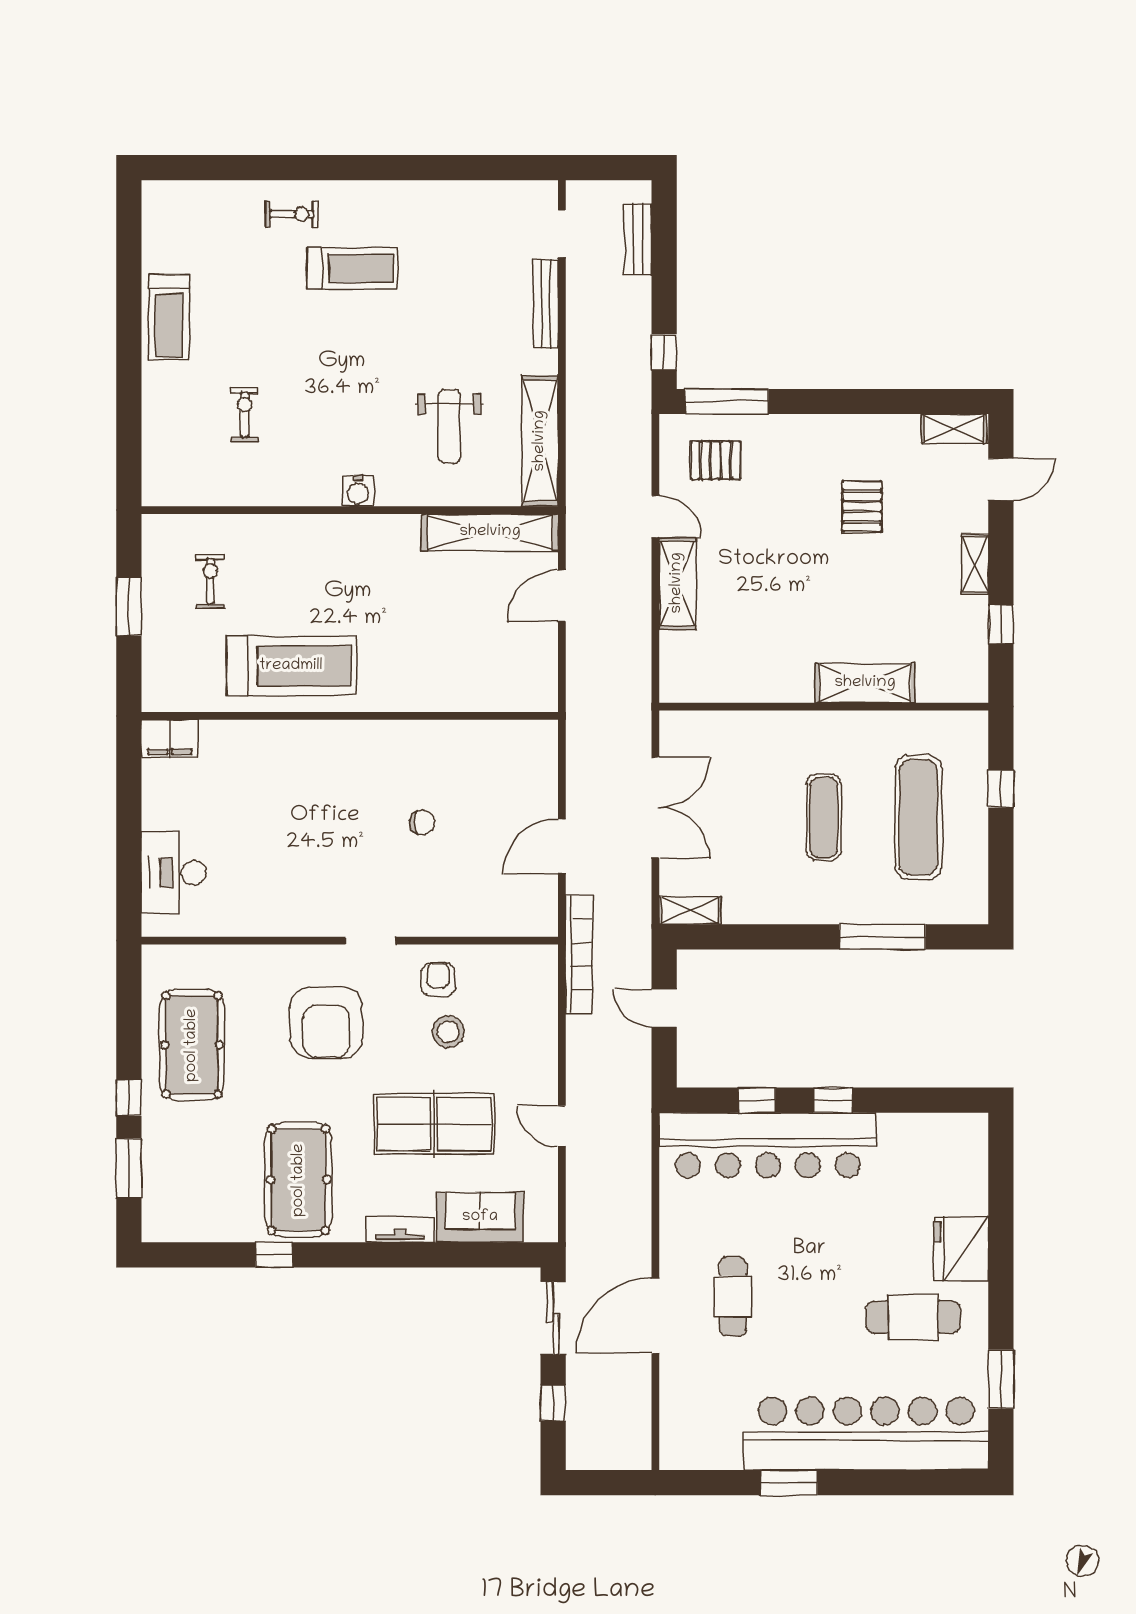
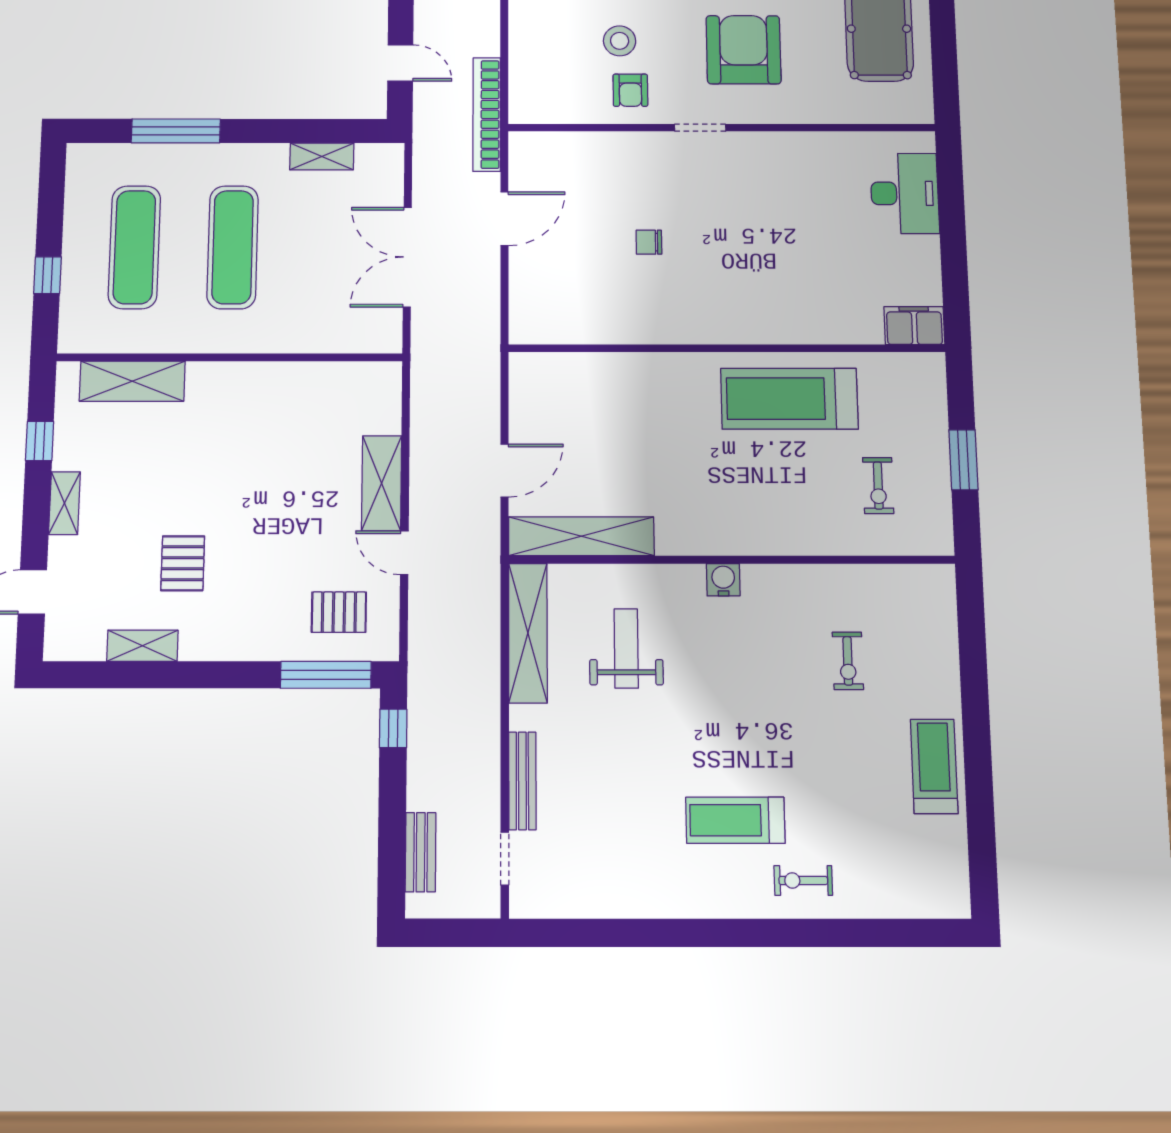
shelving: (954, 429) -> (142, 646), moved
shelving: (865, 683) -> (132, 381), moved
exercise mat: (824, 817) -> (233, 247), width x1.36, depth x1.45
shelving: (690, 910) -> (322, 156), moved

